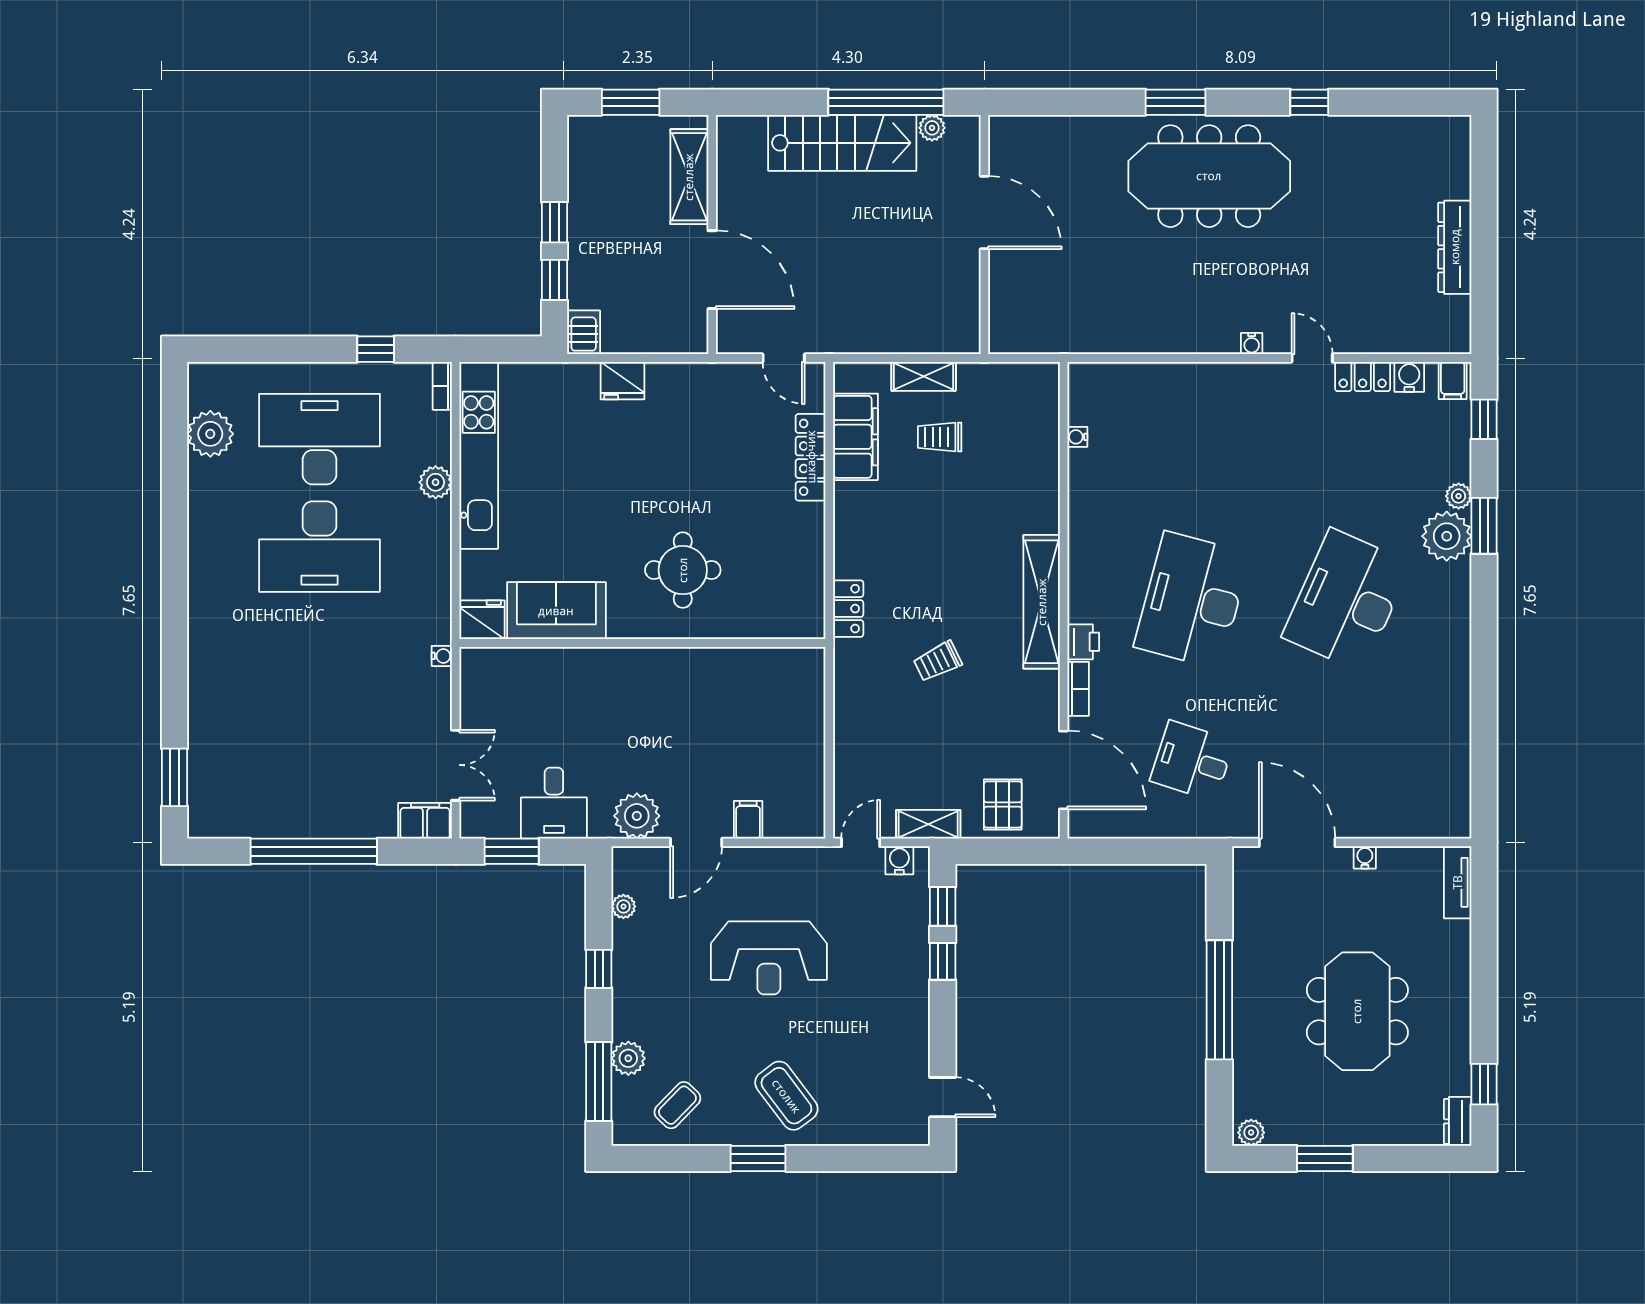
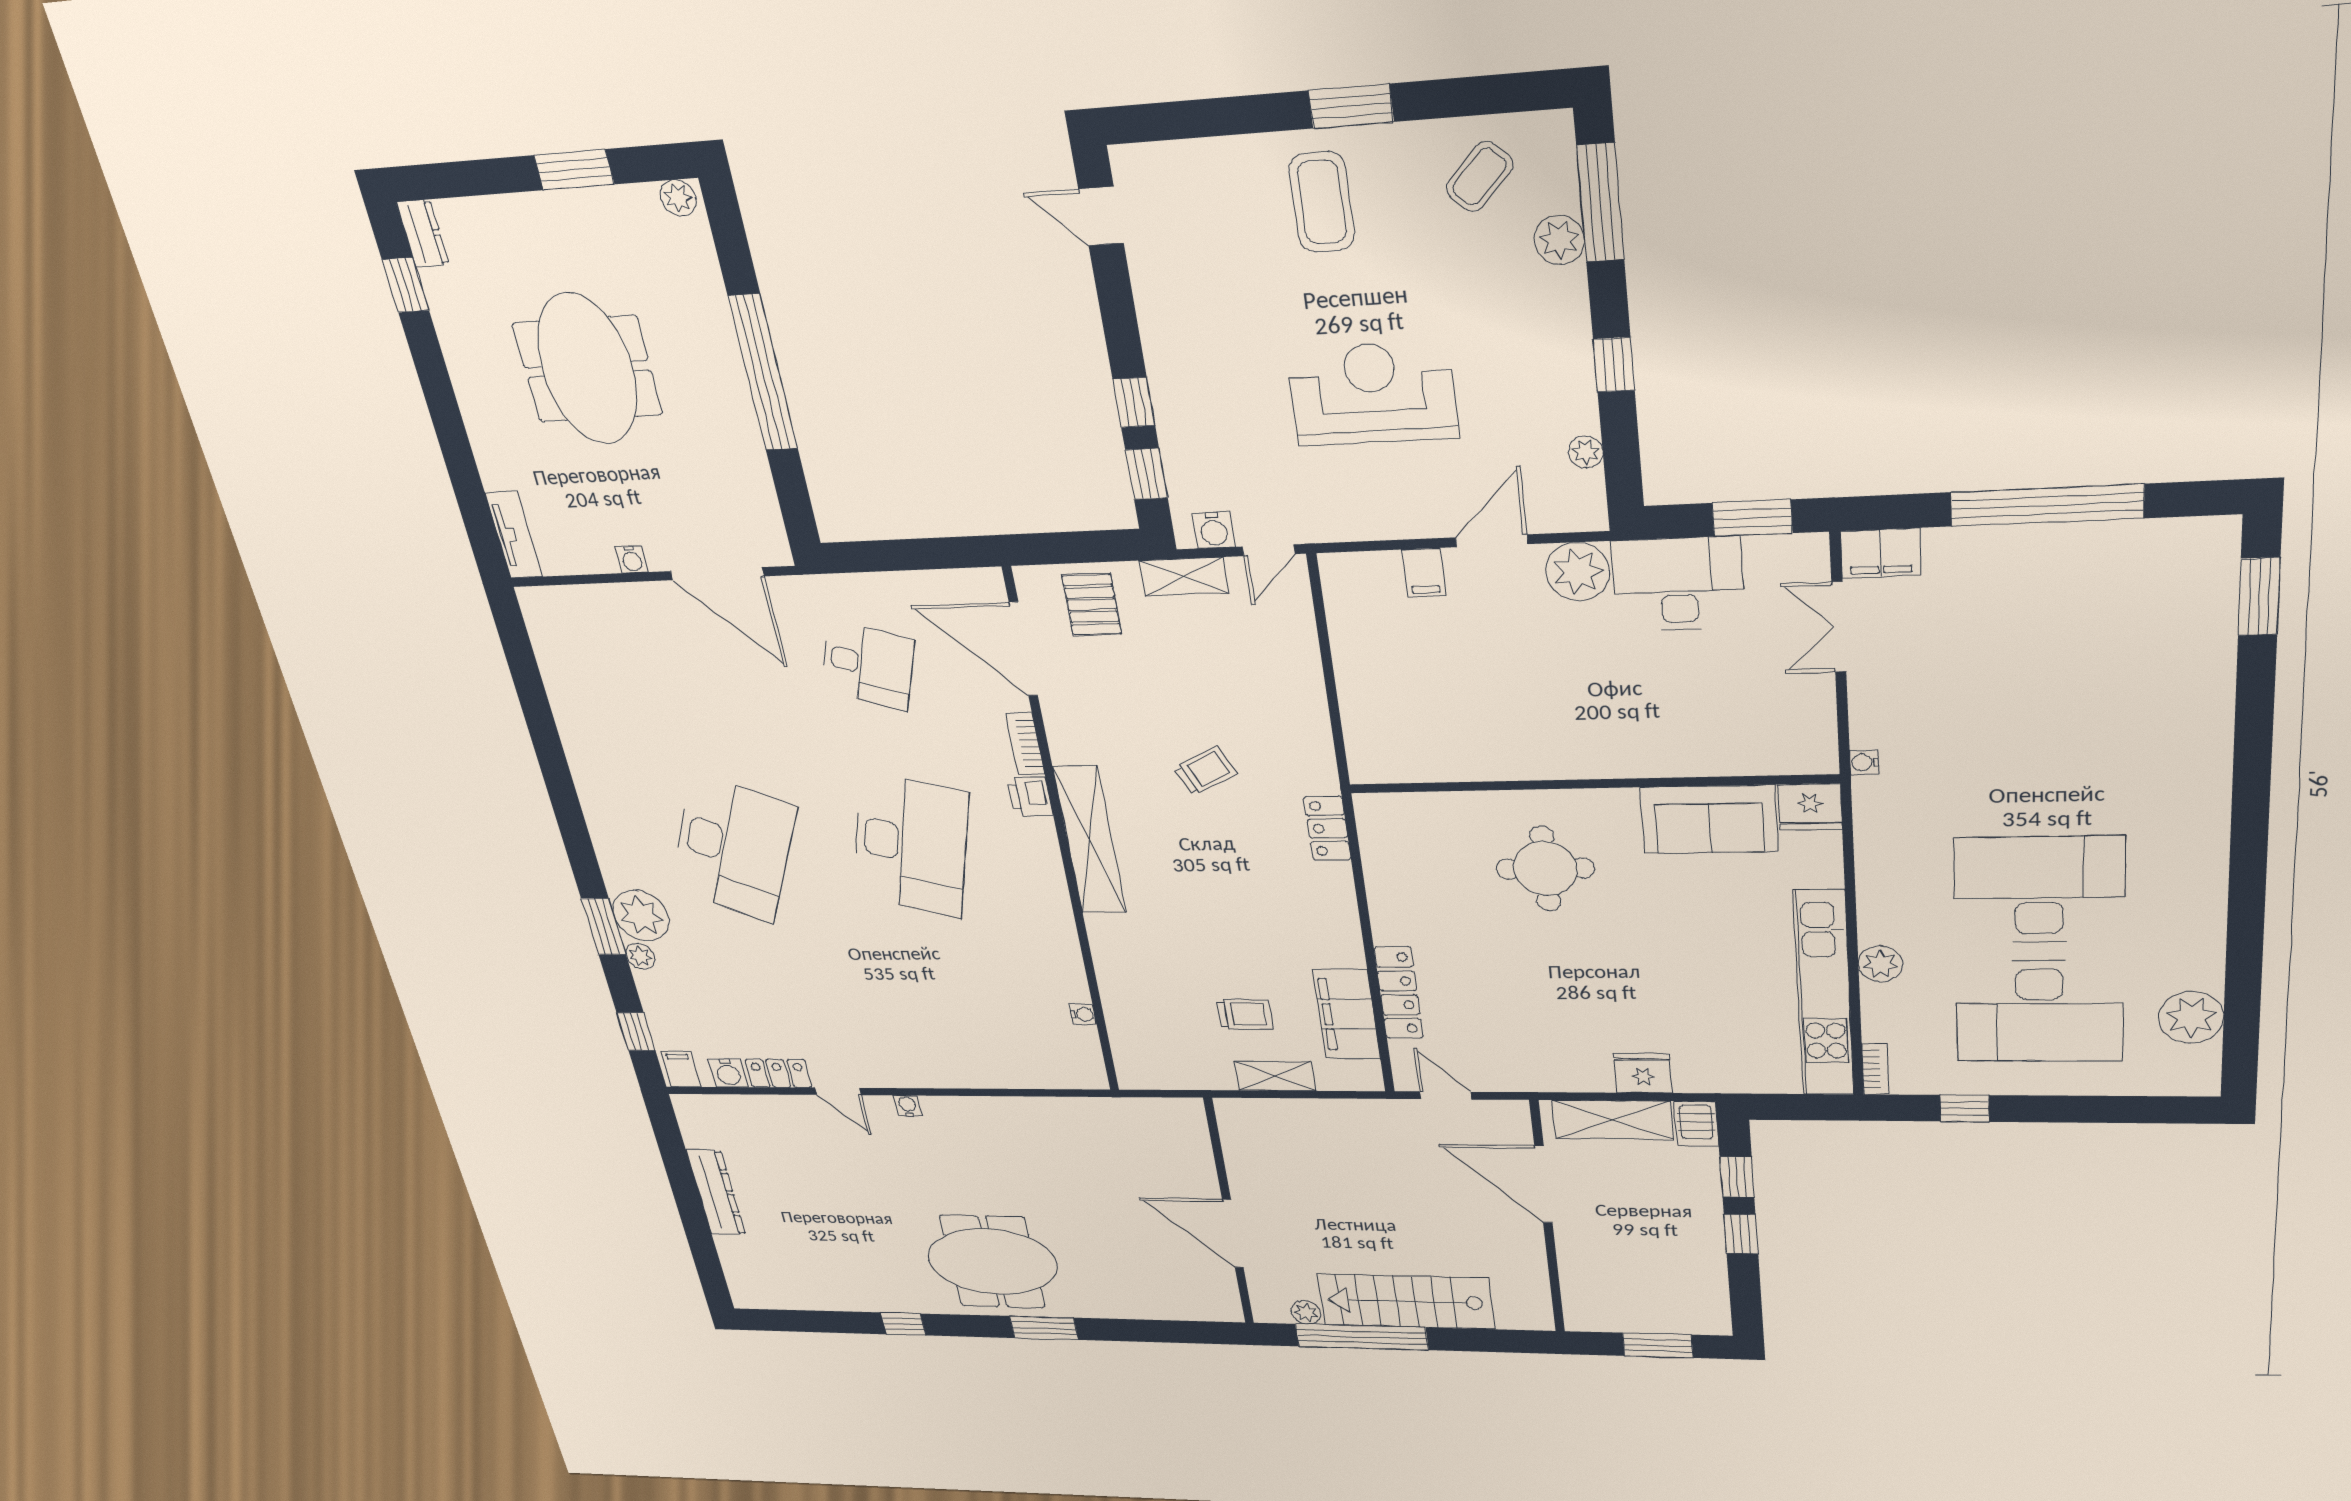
meeting table: (1209, 176) -> (992, 1262), width x0.73
shelving: (689, 177) -> (1613, 1120), moved, turned 90
desk: (554, 803) -> (1678, 584), width x1.37
coffee table: (786, 1096) -> (1322, 202), turned 37

